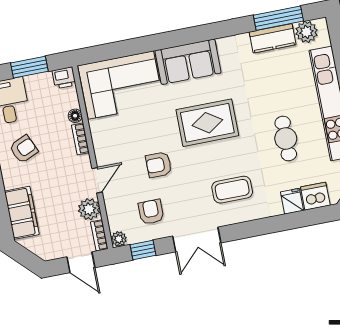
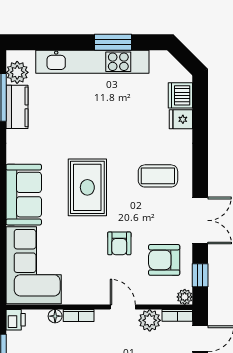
cafe table: (286, 138) -> (118, 113), removed
coffee table: (232, 190) -> (158, 176), turned 90
armchair: (151, 212) -> (164, 260), width x1.38, depth x1.38

